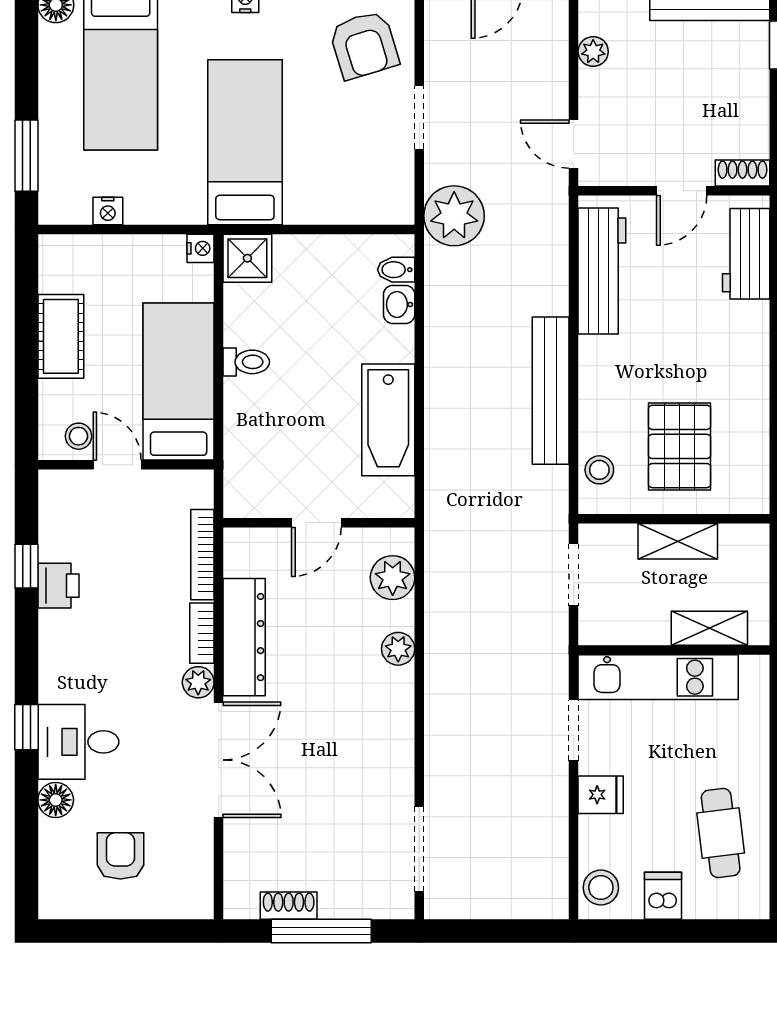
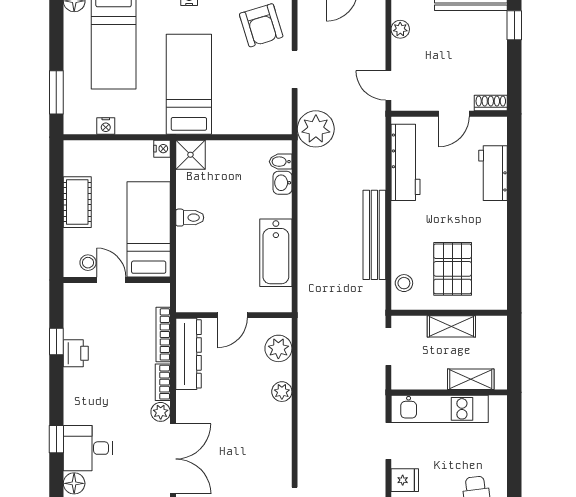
workbench: (746, 254) -> (493, 173), moved
dresser: (244, 637) -> (188, 354), moved

